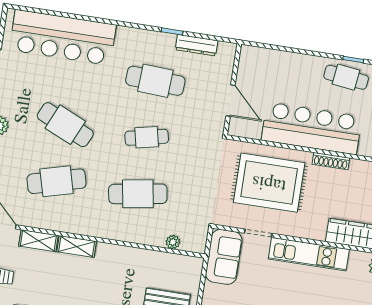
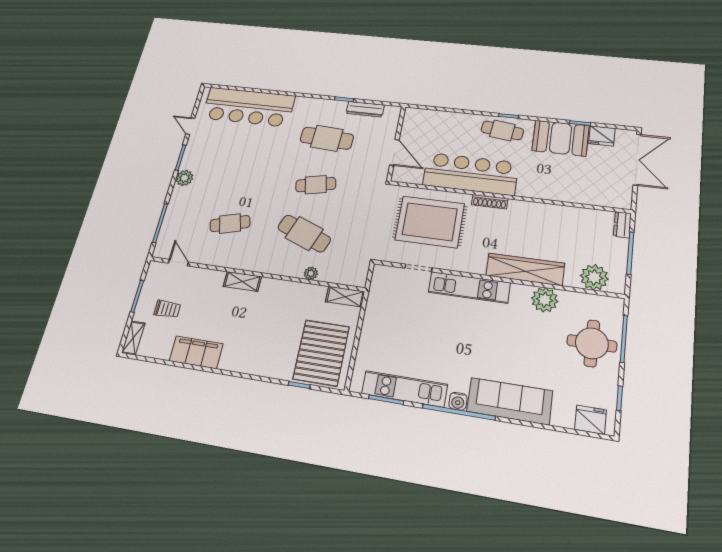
cafe table: (65, 125) -> (243, 176), removed
cafe table: (57, 181) -> (230, 224), width x0.73, depth x0.74
cafe table: (138, 194) -> (304, 233), turned 30
shelving: (38, 241) -> (345, 297), moved
plant: (173, 242) -> (311, 273), moved
sofa: (224, 257) -> (384, 290), removed

